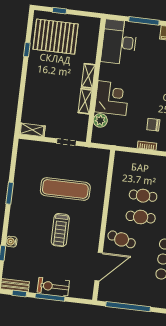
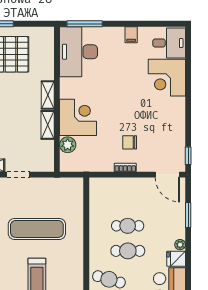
window: (144, 21) -> (85, 24), moved
doorway: (66, 142) -> (18, 175), moved

